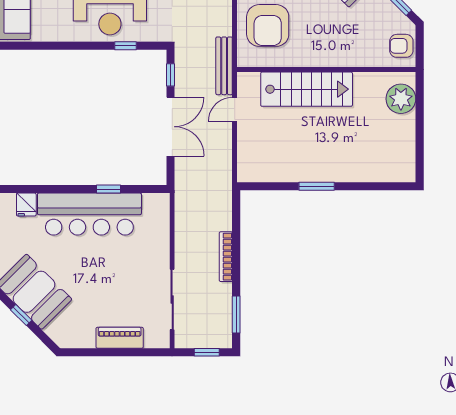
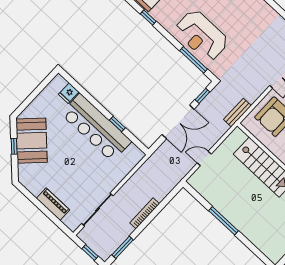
window: (36, 46) -> (148, 18), added
window: (125, 46) -> (193, 60), width x2.17
bench: (224, 66) -> (237, 113), width x0.73
door: (235, 109) -> (204, 159), moved
window: (317, 186) -> (224, 221), width x1.44

